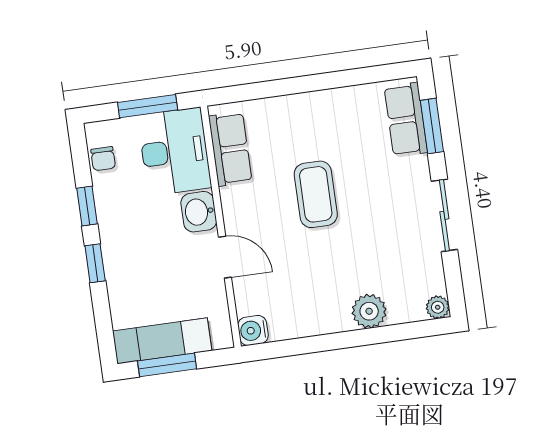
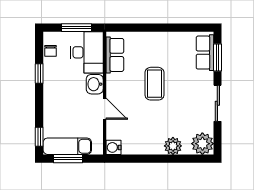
window: (95, 263) -> (39, 137), moved
plant: (438, 307) -> (202, 144), width x1.88, depth x1.88

